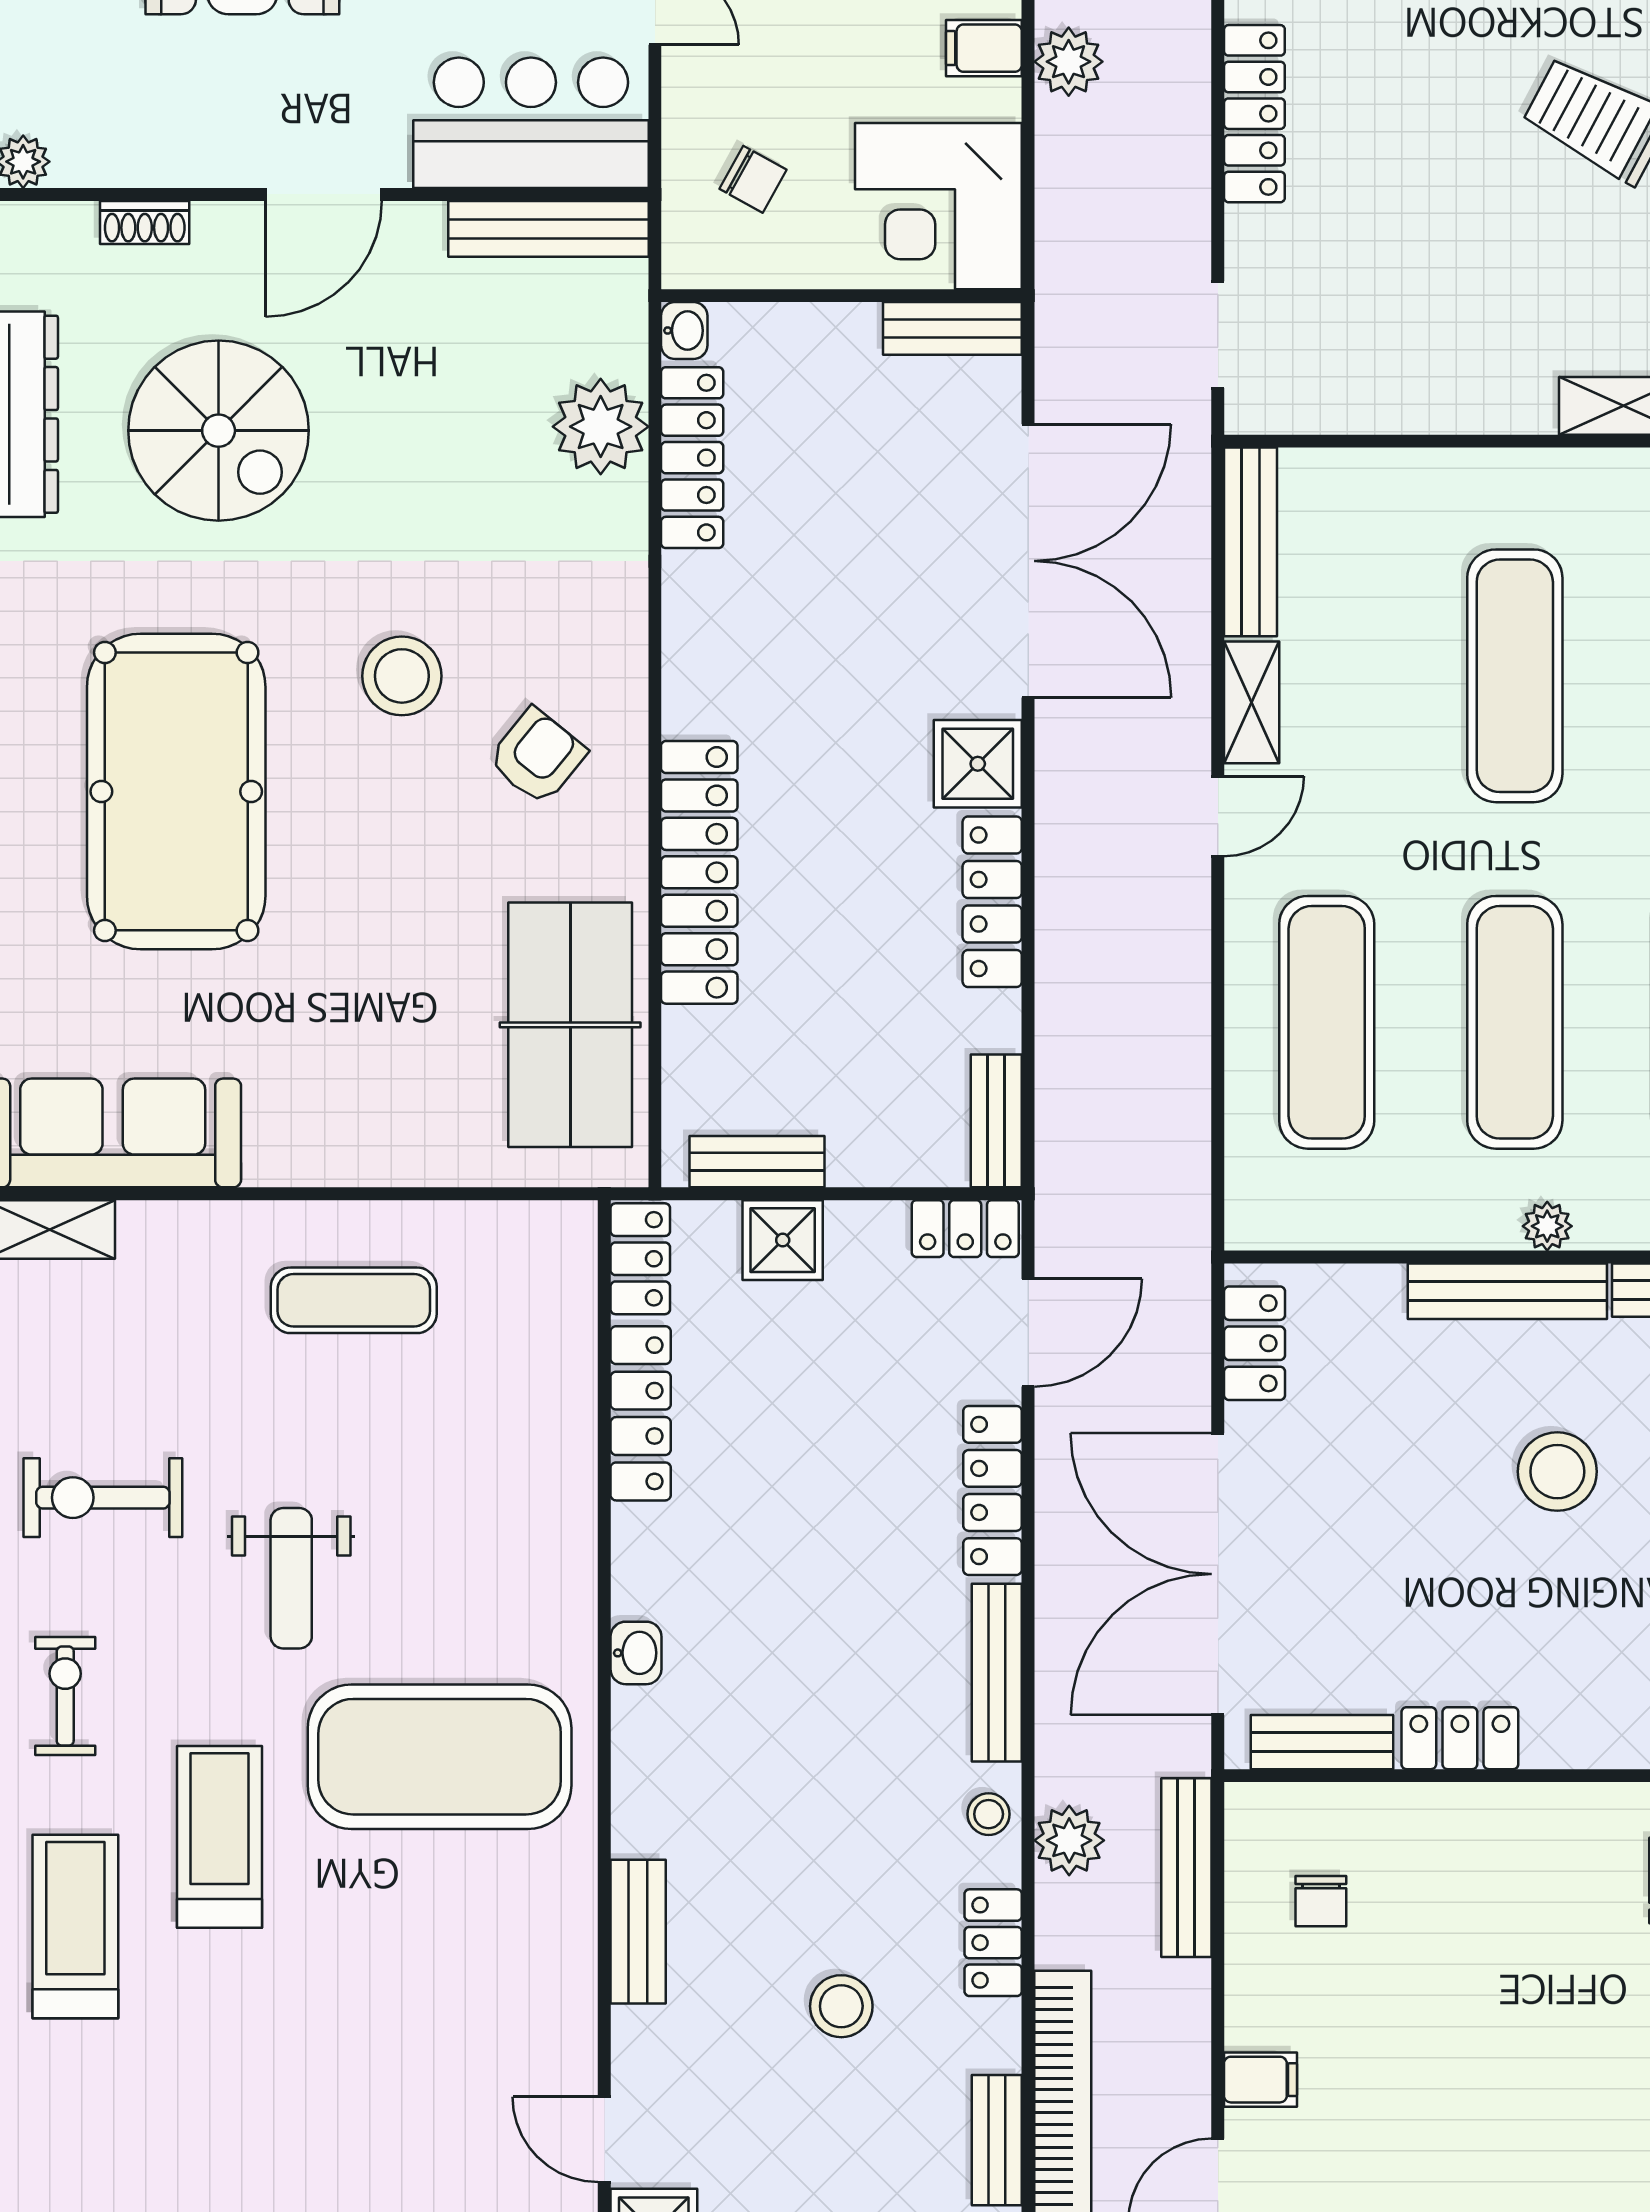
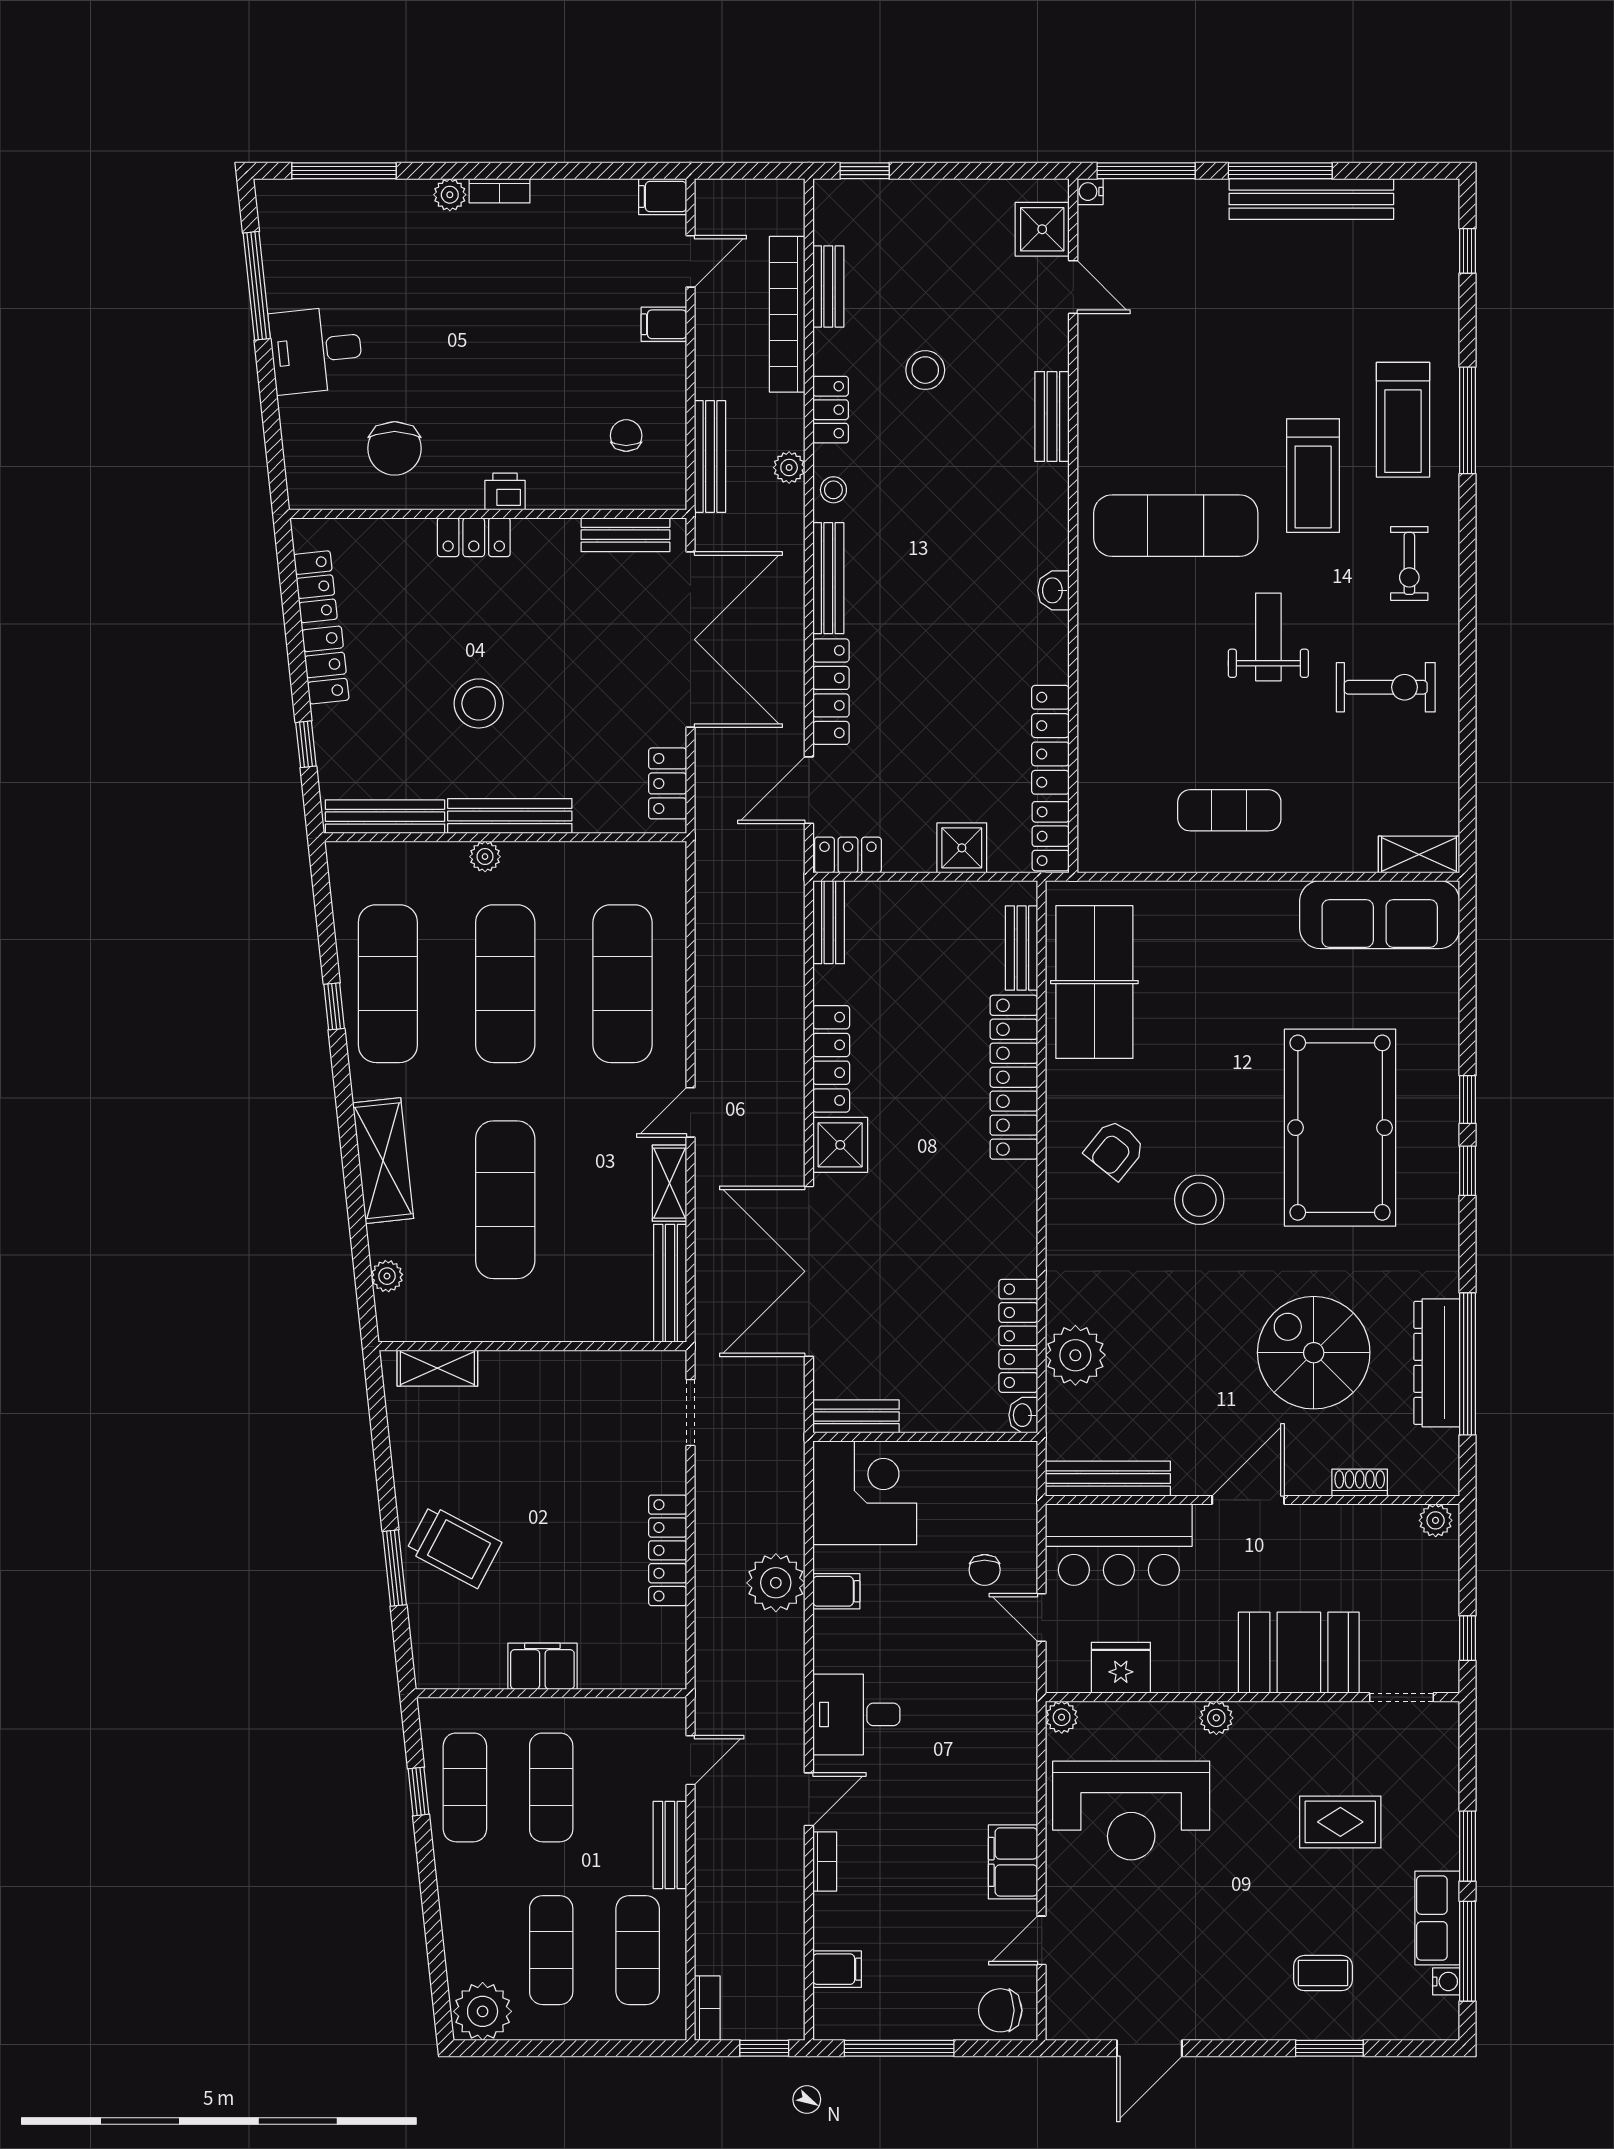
plant: (1069, 62) -> (776, 1583), width x1.36, depth x1.36
chair: (753, 179) -> (985, 1570), moved, turned -119
bench: (757, 1162) -> (1022, 948), moved, turned 90
locker: (1460, 1738) -> (474, 537), moved
exercise mat: (440, 1757) -> (1176, 526), width x0.68
printer: (1515, 1811) -> (505, 492), added
plant: (1069, 1840) -> (789, 468), width x0.73, depth x0.73

